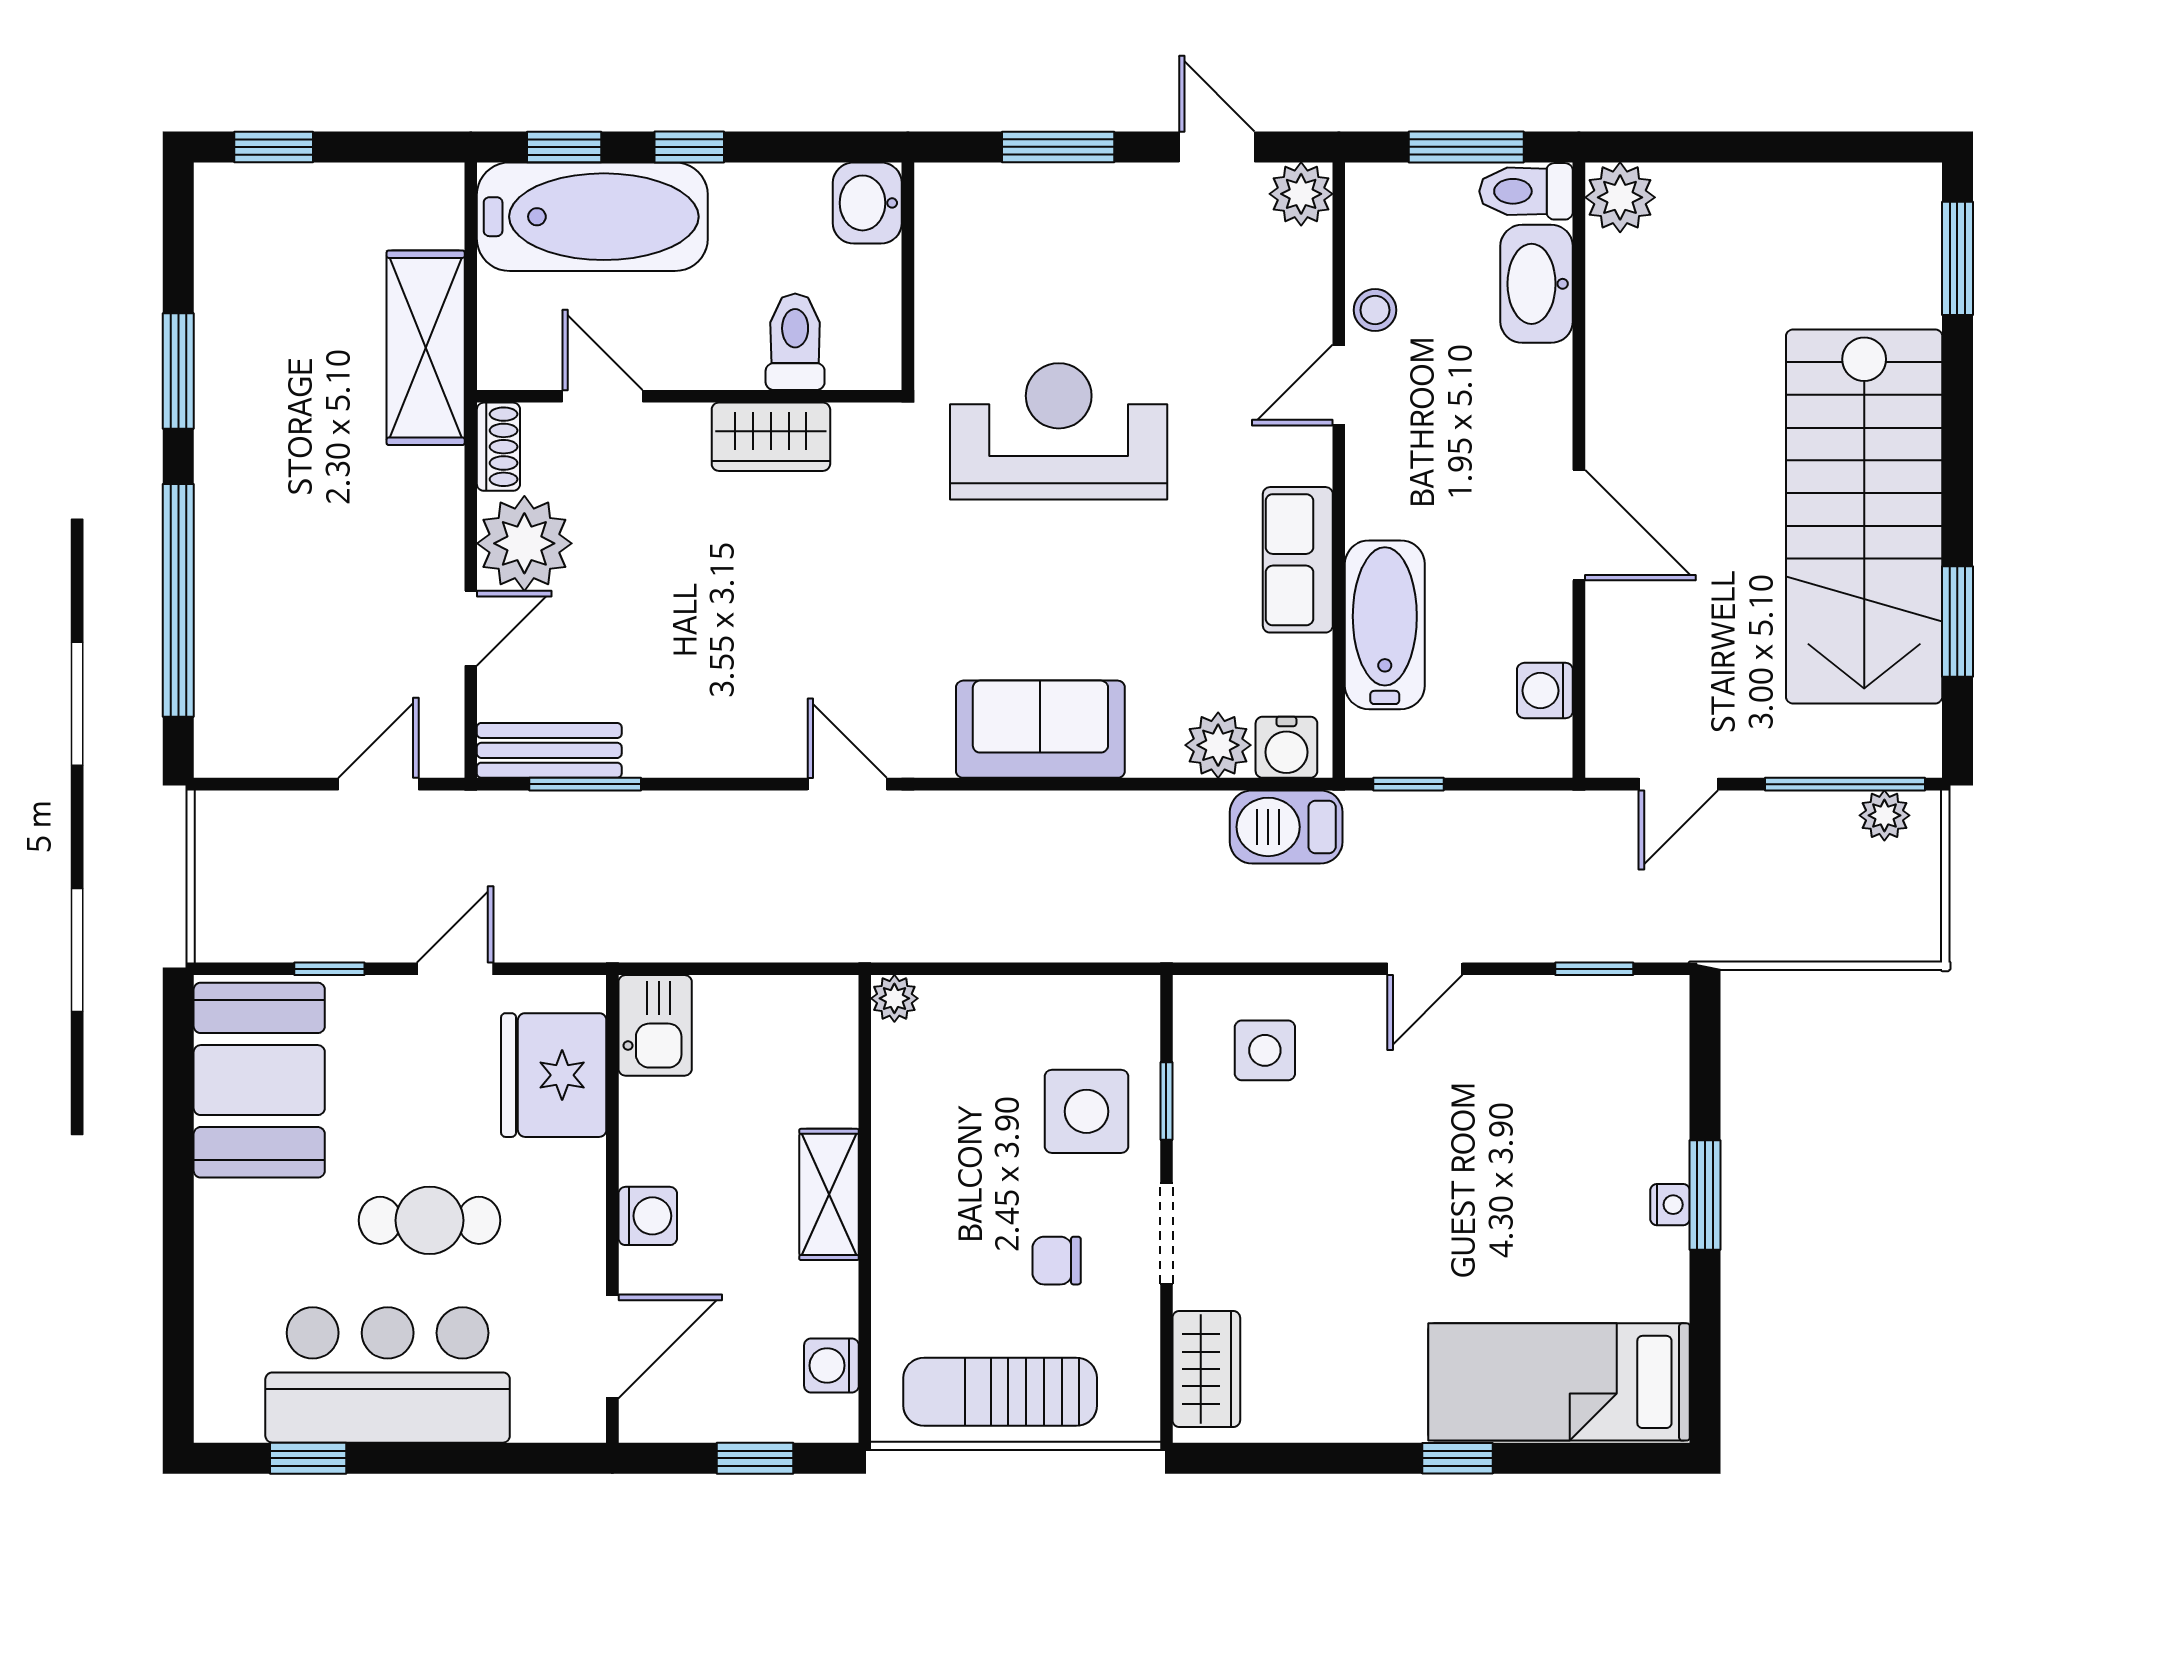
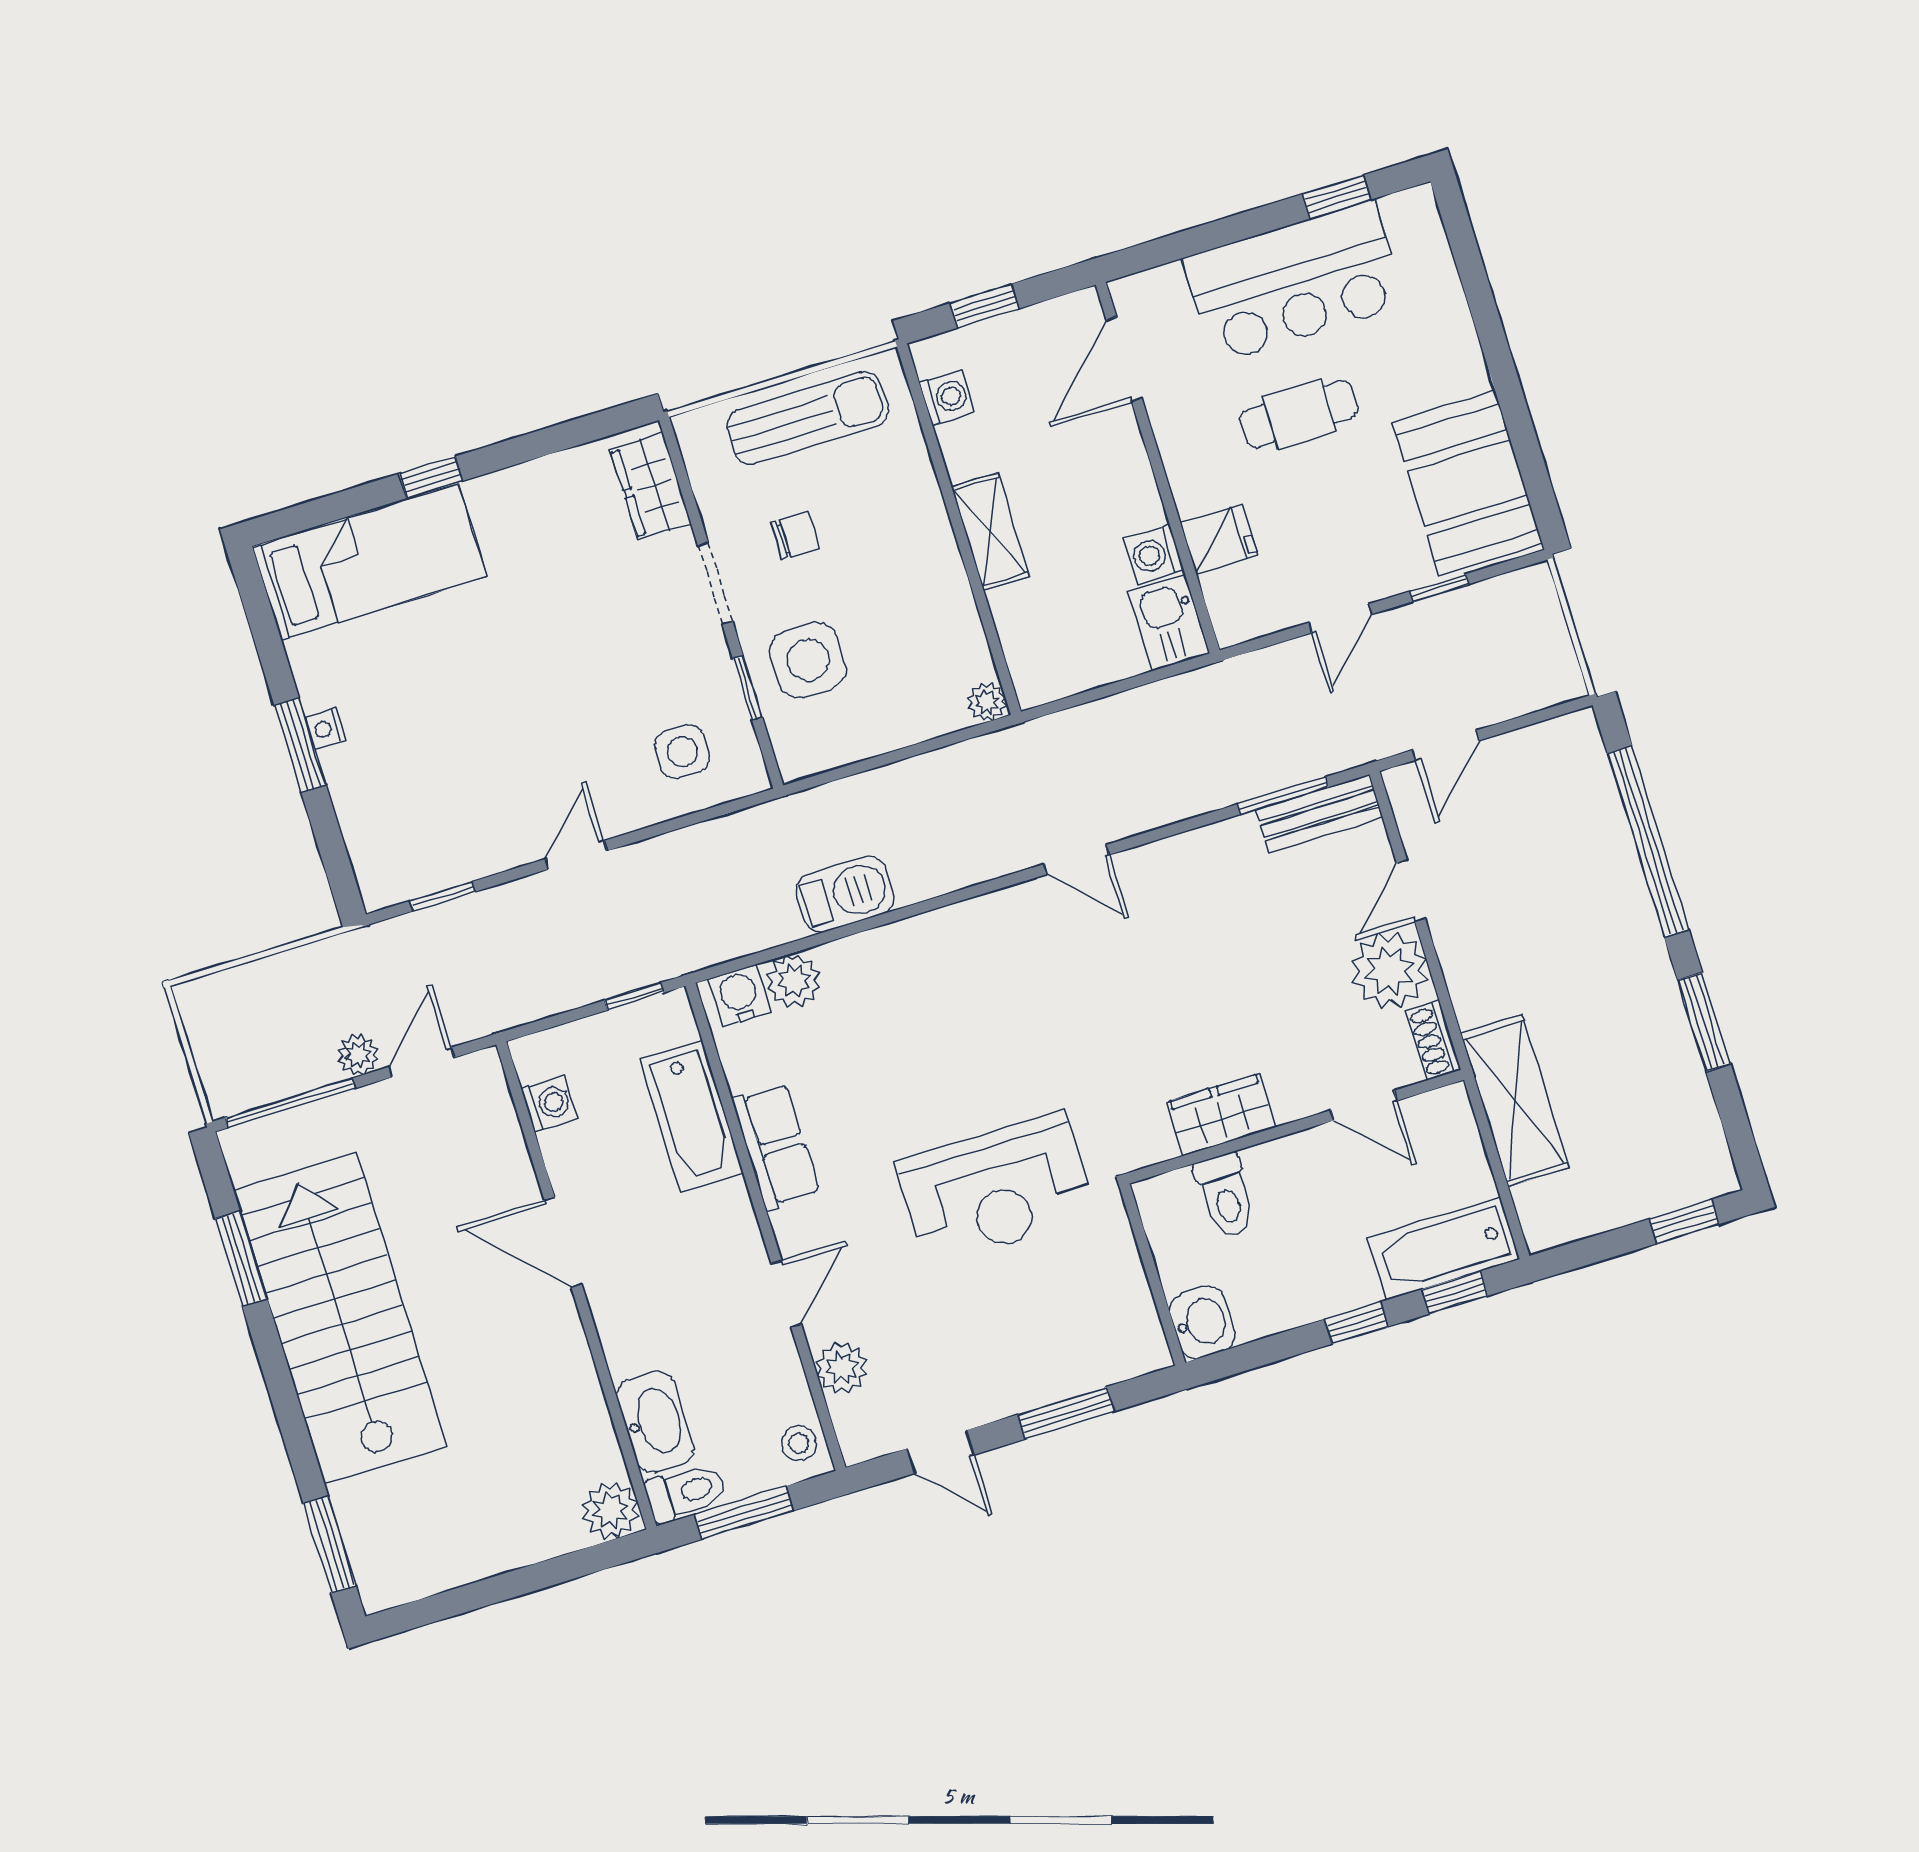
plant: (1301, 194) -> (842, 1368), moved
bathtub: (592, 217) -> (1443, 1248), width x0.73, depth x0.73
stool: (1375, 310) -> (799, 1443), moved
sofa: (1040, 729) -> (937, 950), removed
plant: (1884, 815) -> (358, 1055), moved
barbecue: (1286, 827) -> (845, 894), moved
fridge: (554, 1075) -> (1219, 539), width x0.53, depth x0.75
washing machine: (648, 1216) -> (1154, 554), moved

